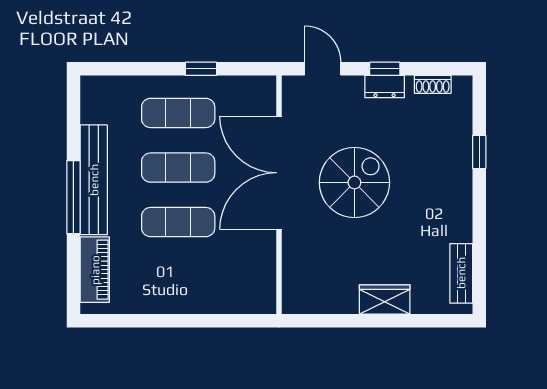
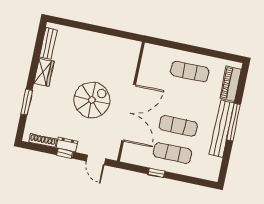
shoe rack: (433, 84) -> (43, 141), width x1.43
window: (479, 152) -> (27, 102), width x1.50
spiral stairs: (354, 182) -> (92, 100), turned 180
exercise mat: (178, 222) -> (190, 71), moved
wardrobe: (385, 299) -> (44, 72), moved, turned -90

